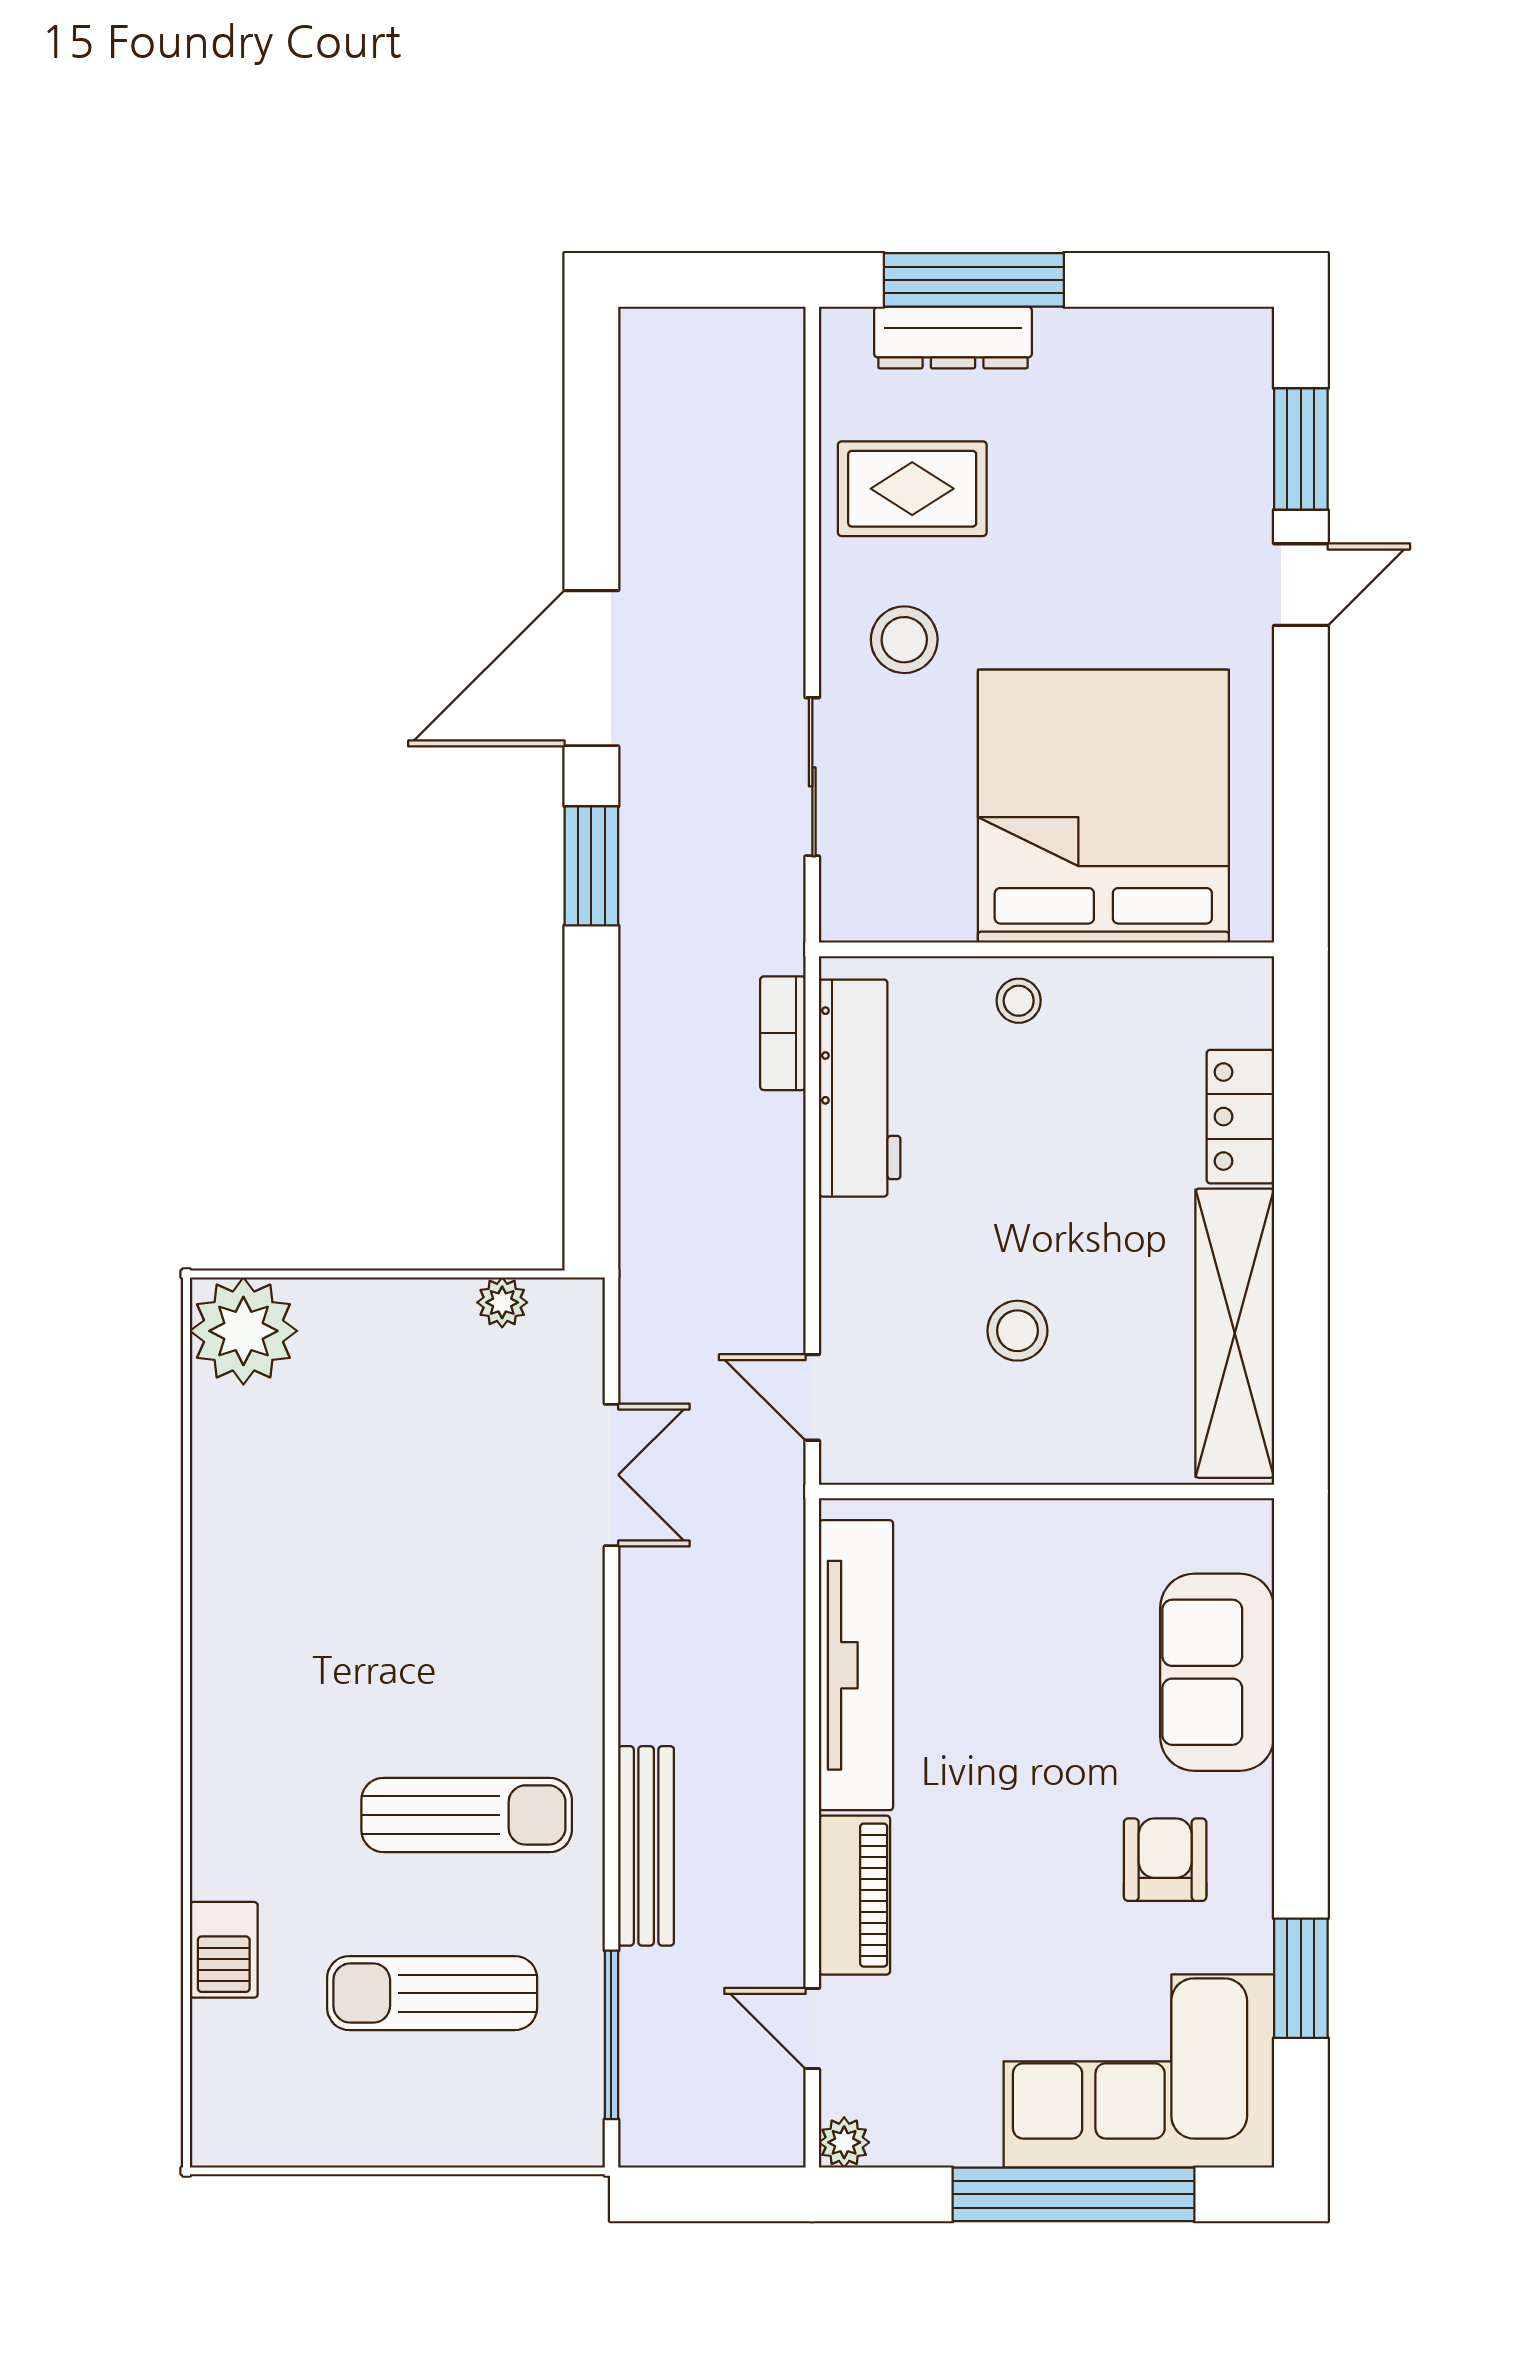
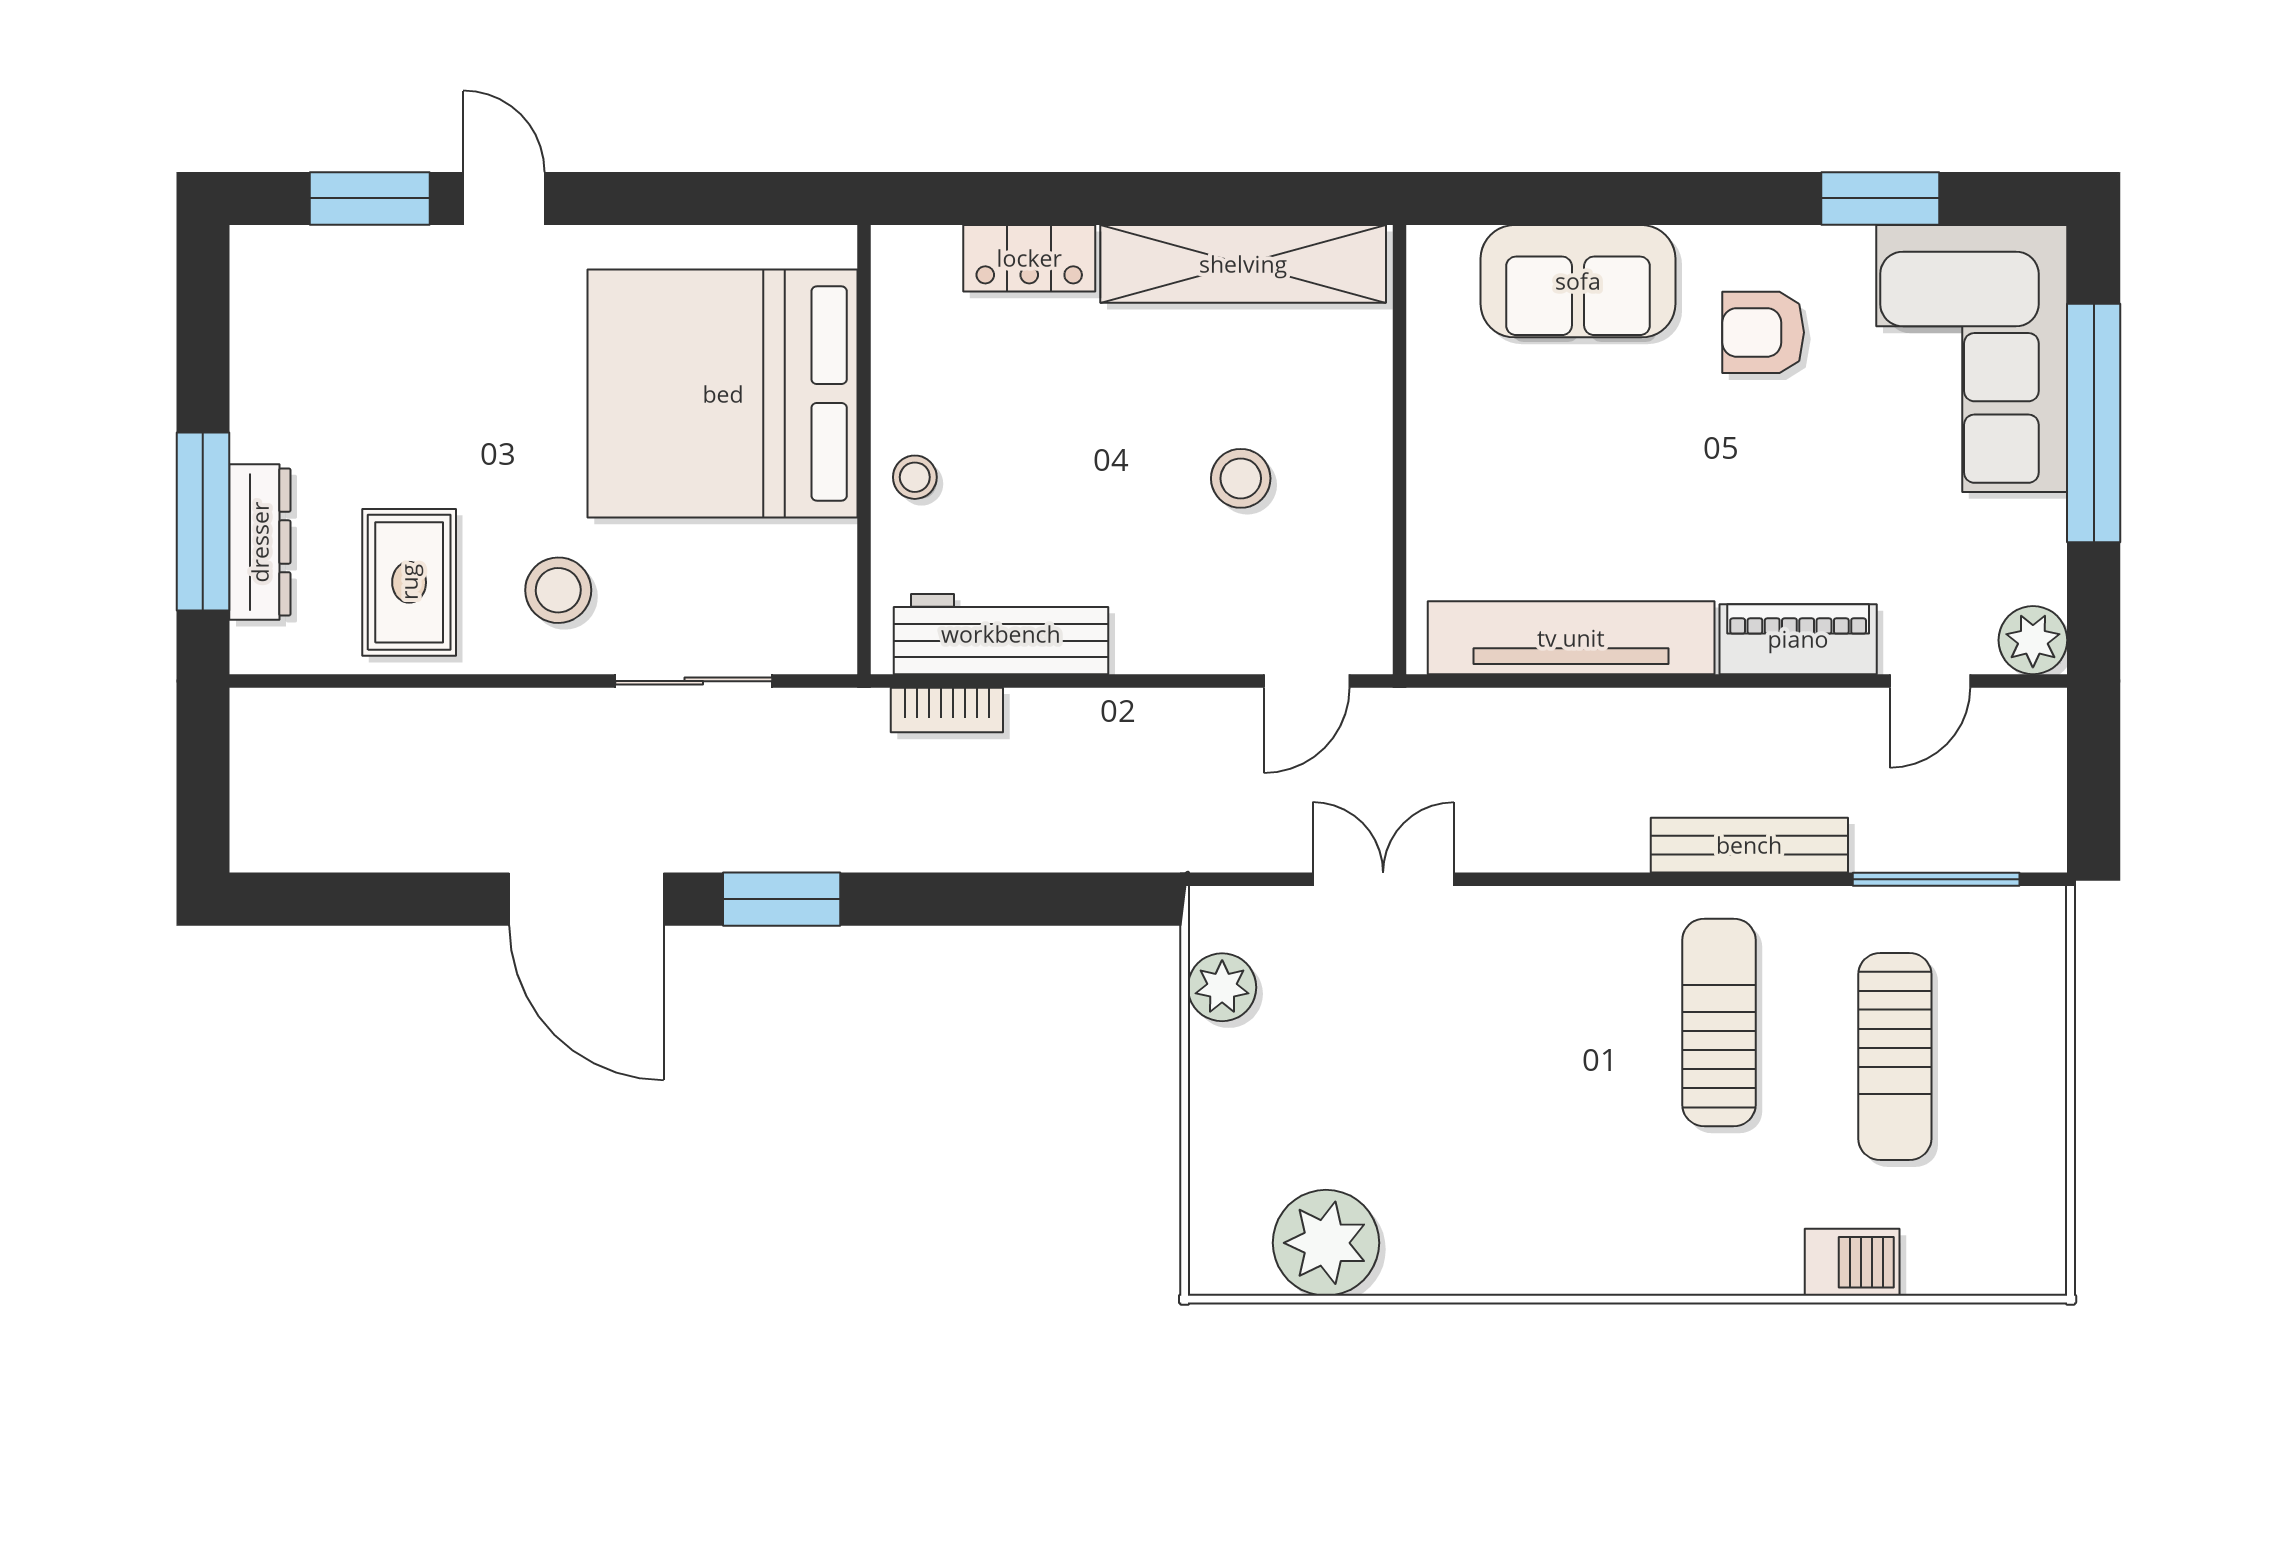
plant: (502, 1302) -> (1222, 987), width x1.38, depth x1.38
plant: (243, 1331) -> (1326, 1243), moved
plant: (844, 2142) -> (2033, 640), width x1.38, depth x1.38

